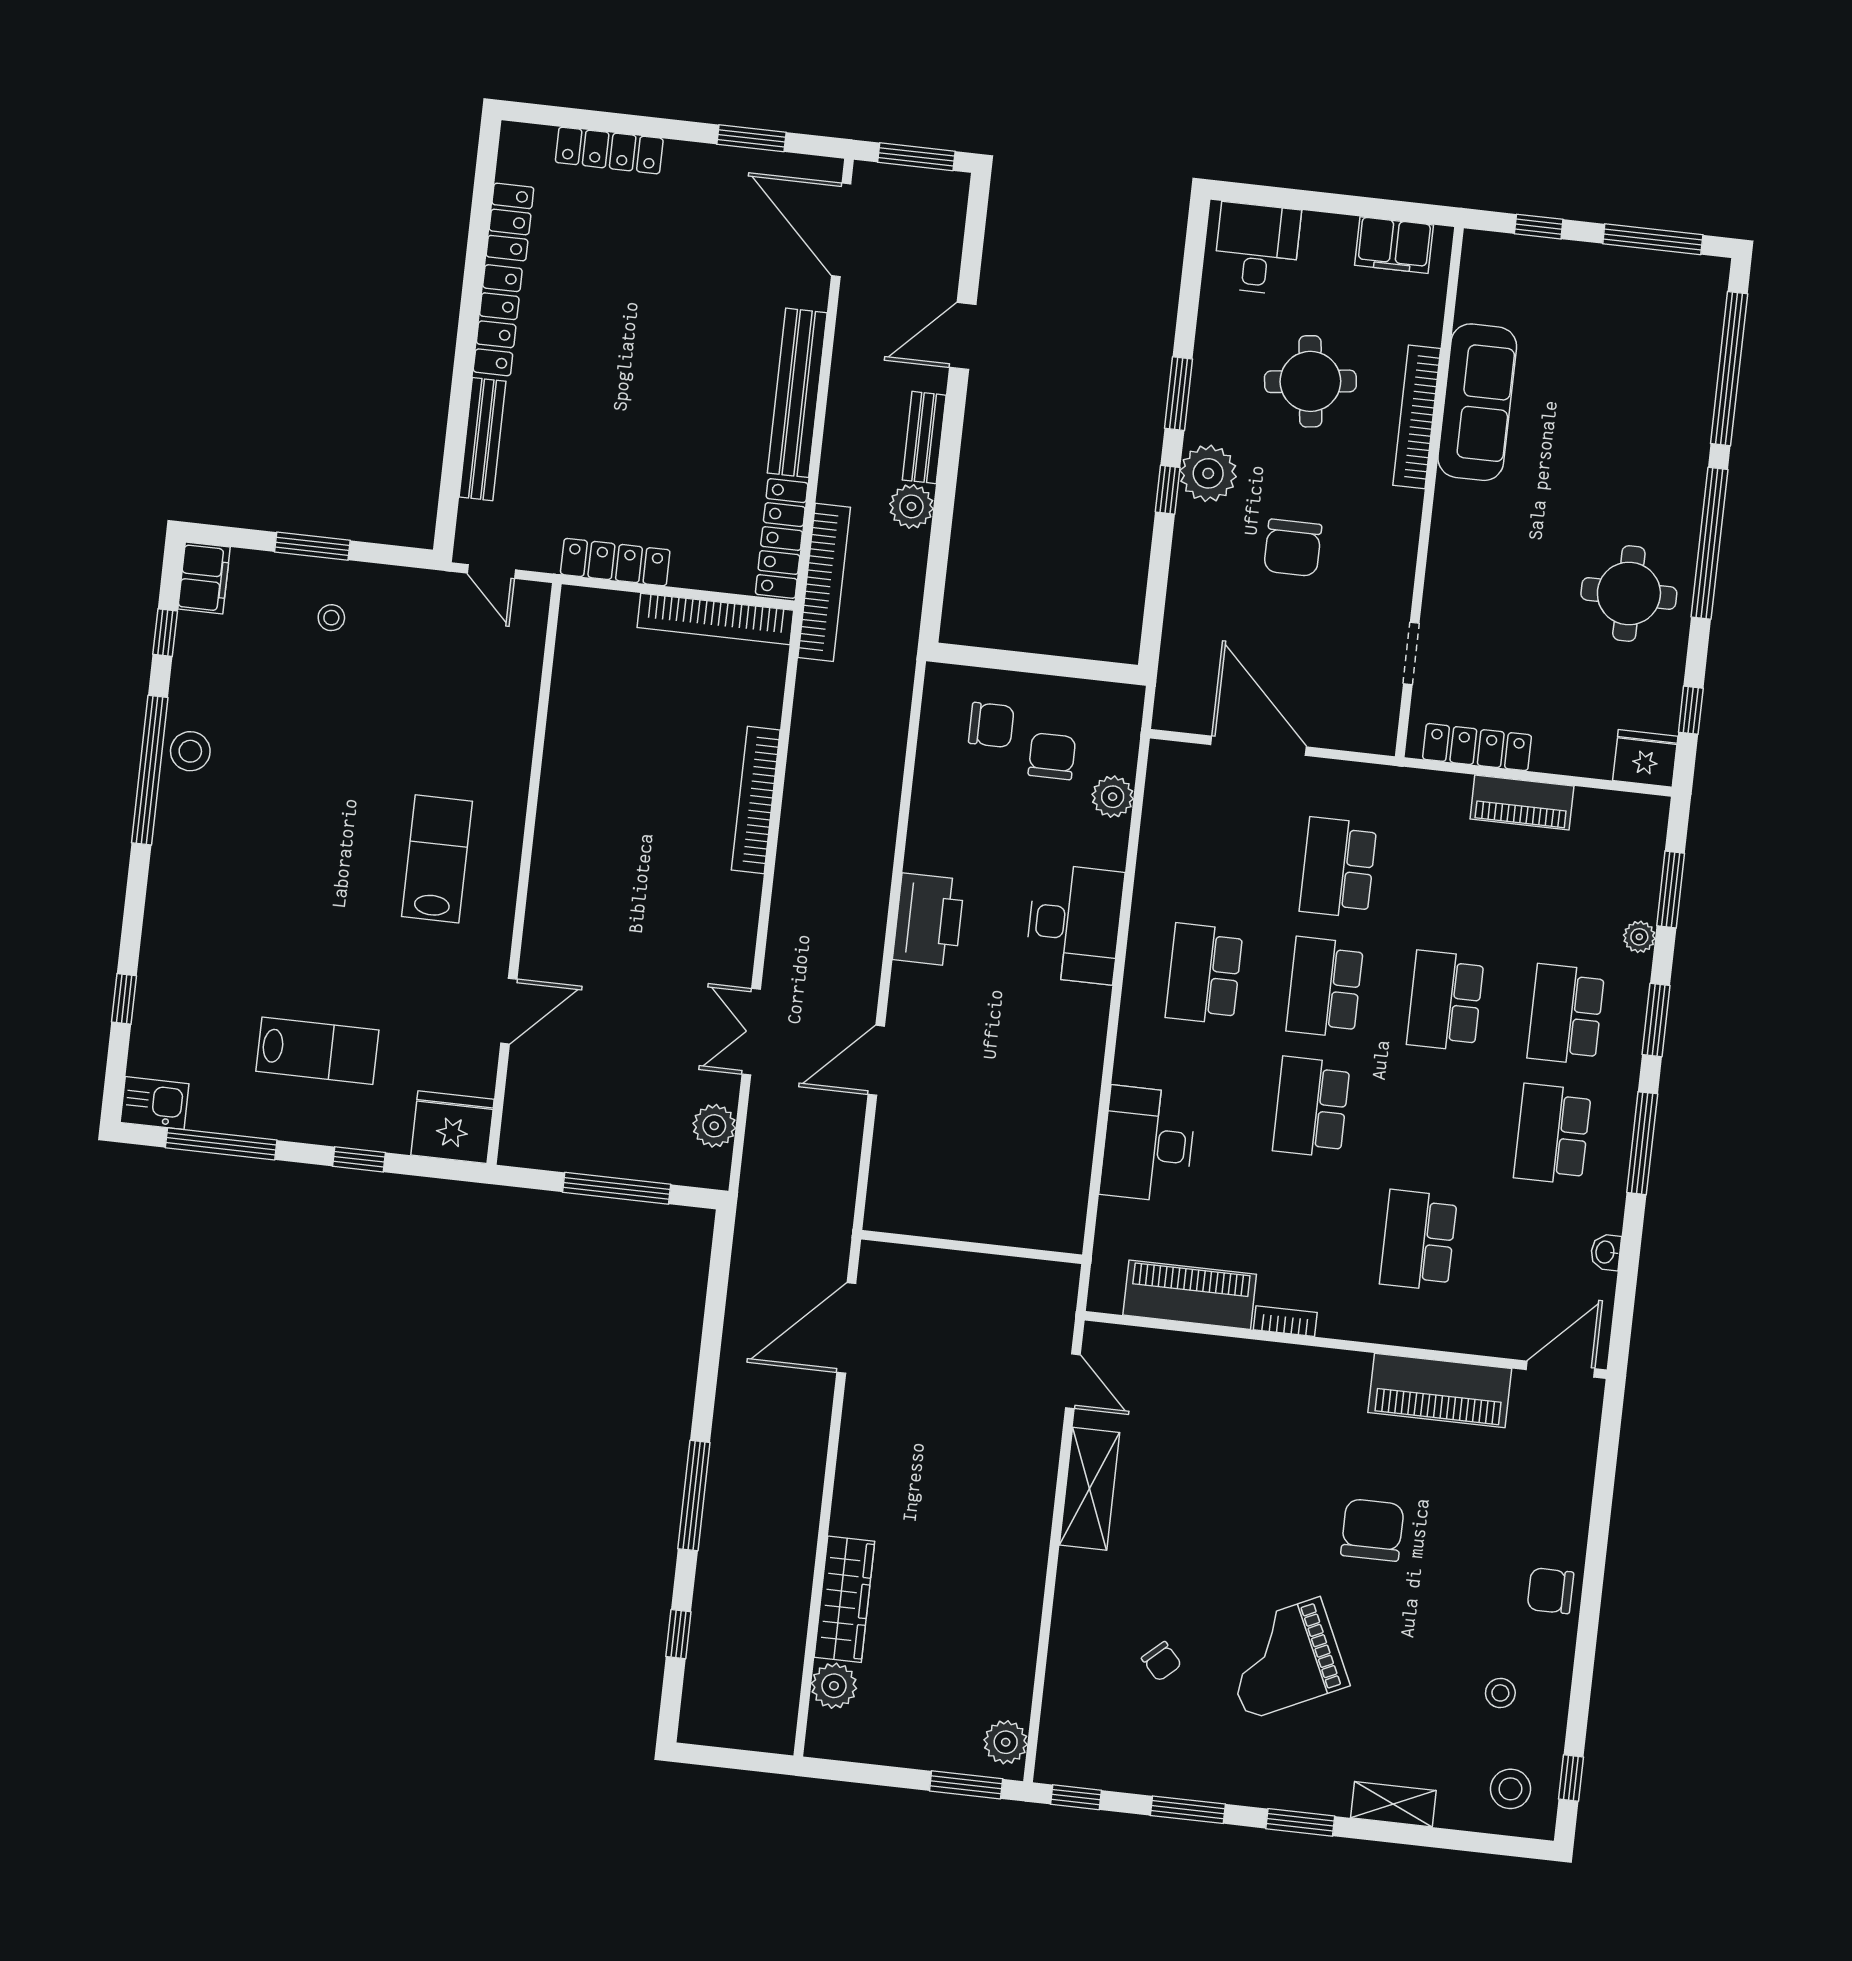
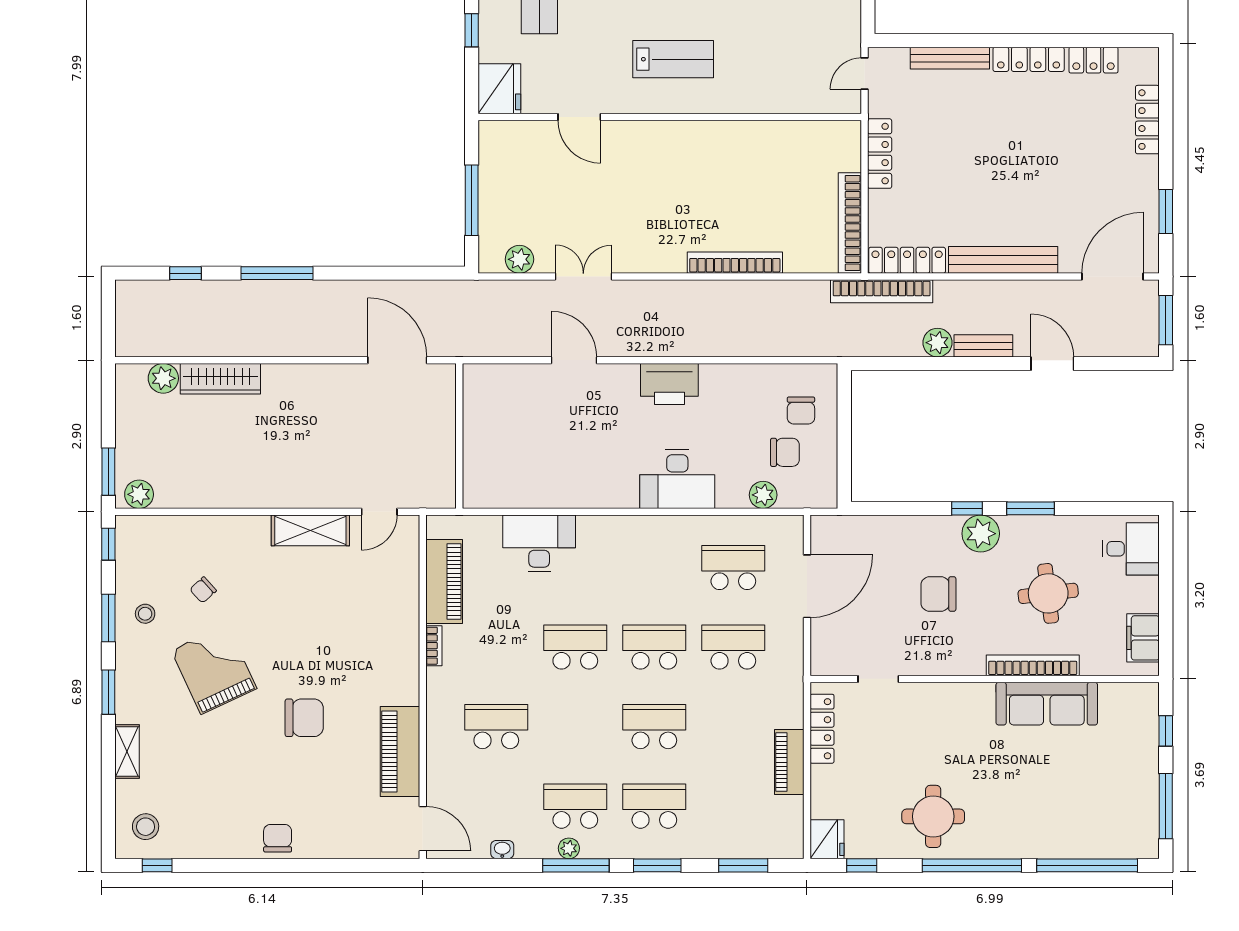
plant: (1639, 937) -> (569, 848), moved
school desk: (1204, 974) -> (733, 567), moved
stool: (1500, 1693) -> (145, 614), moved

